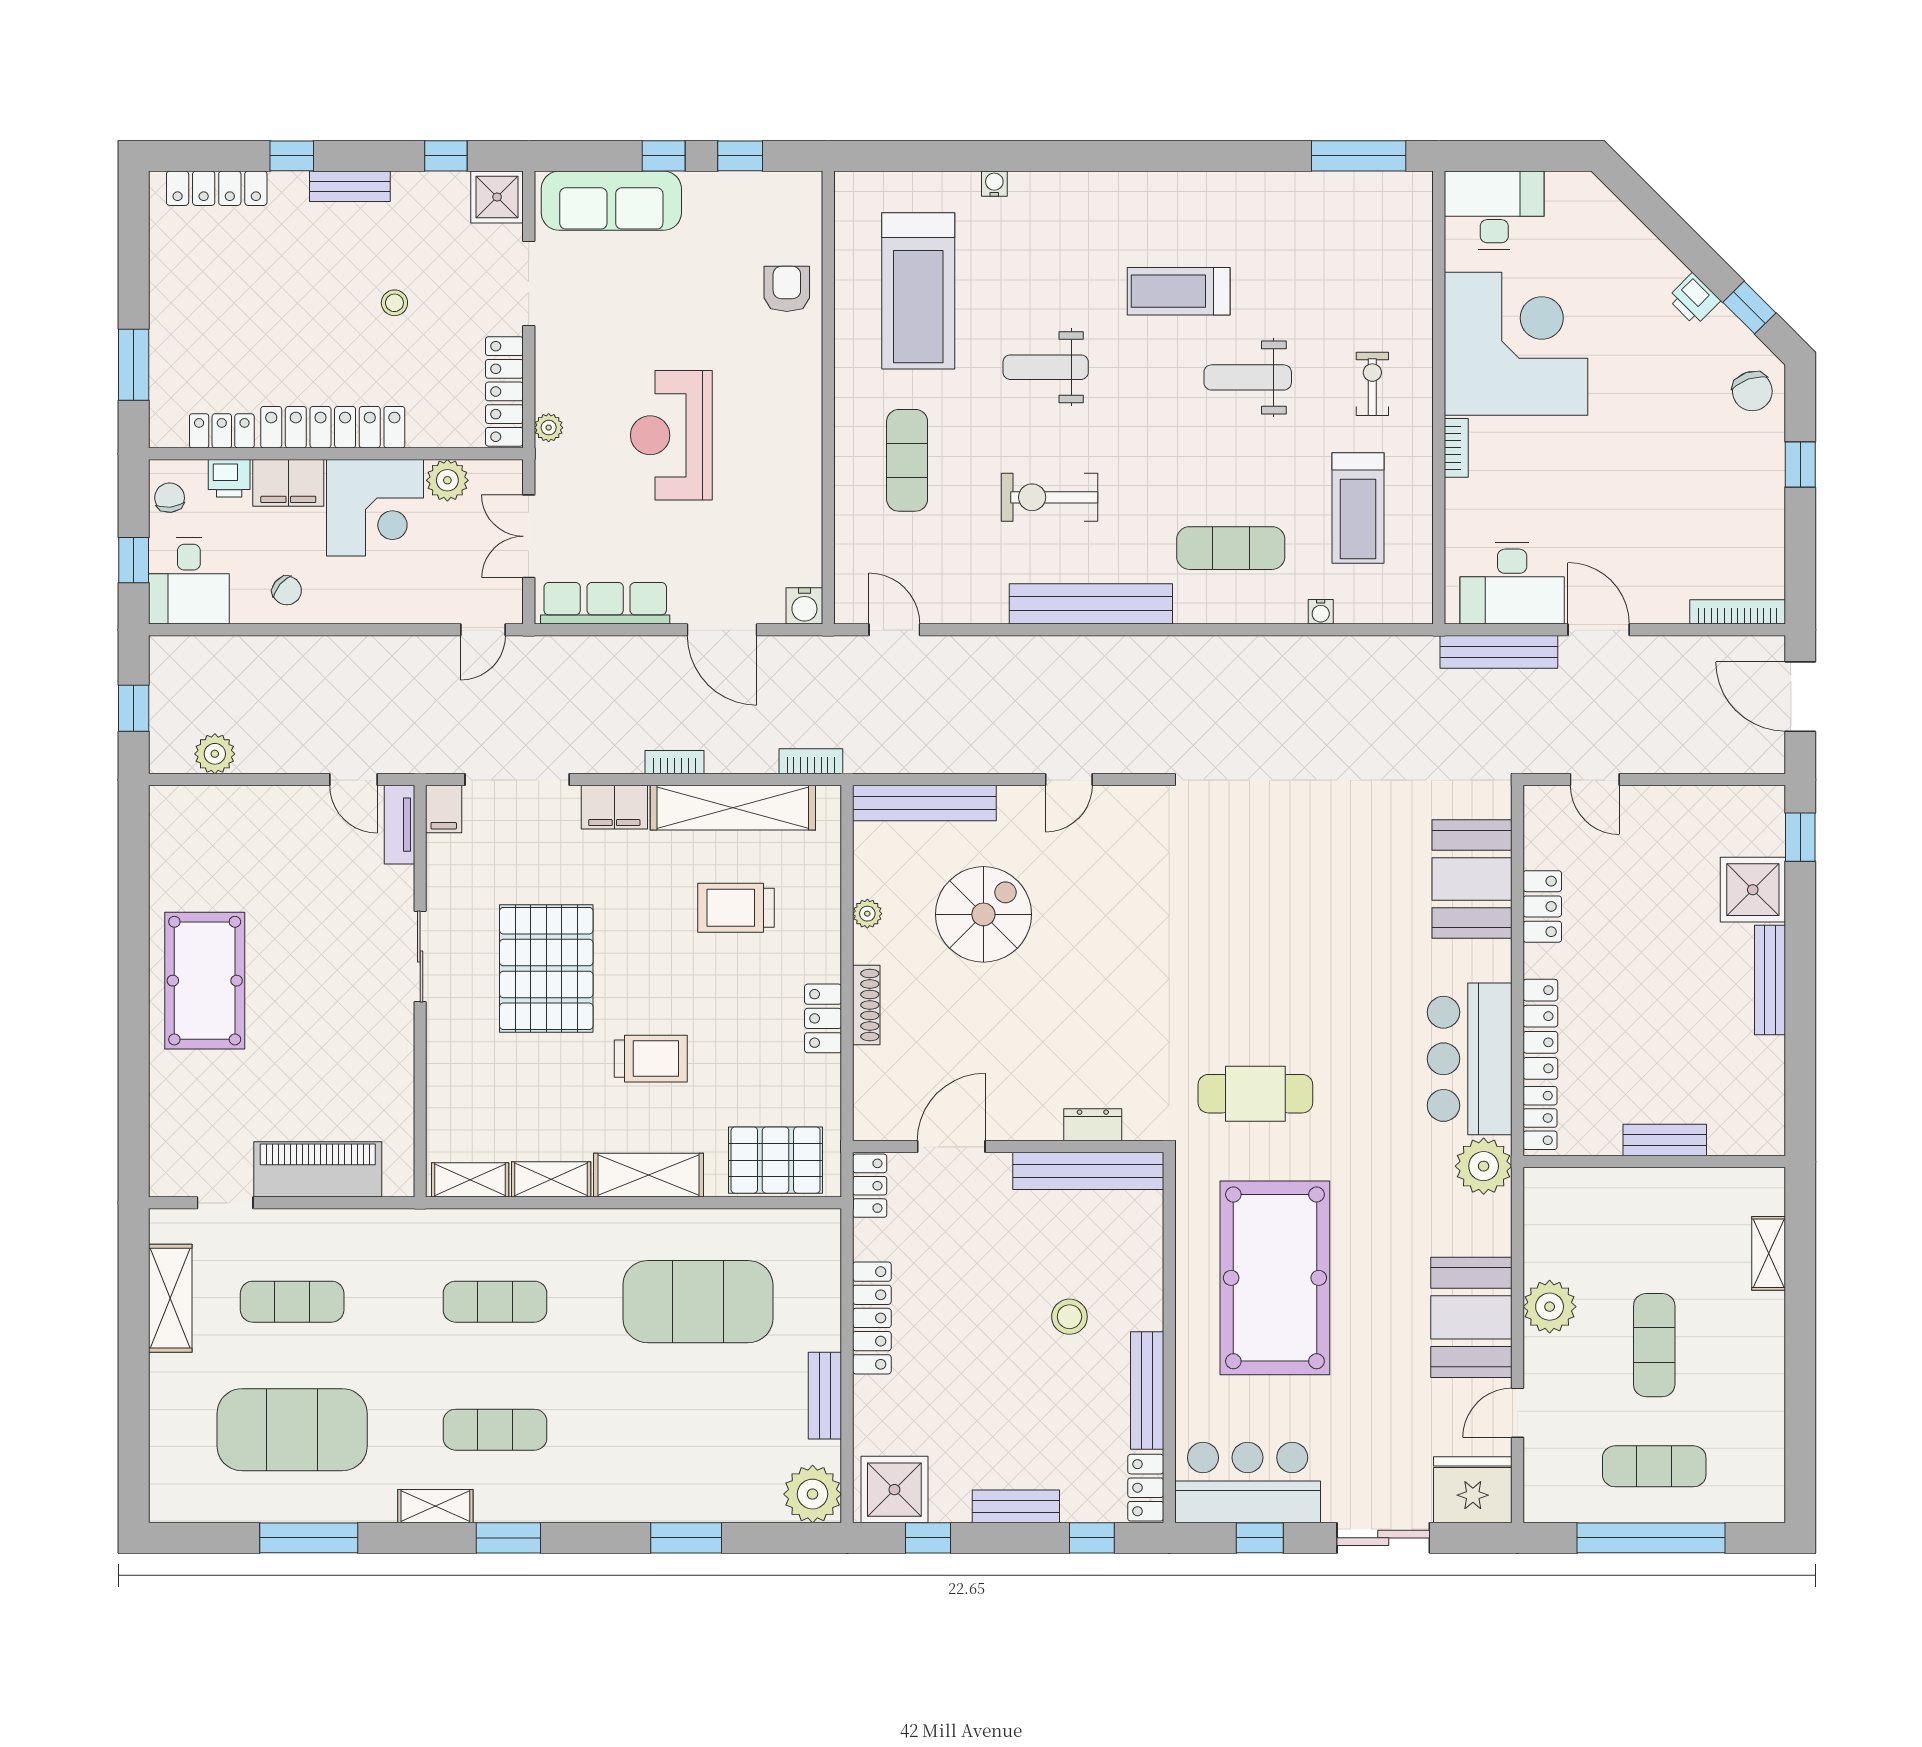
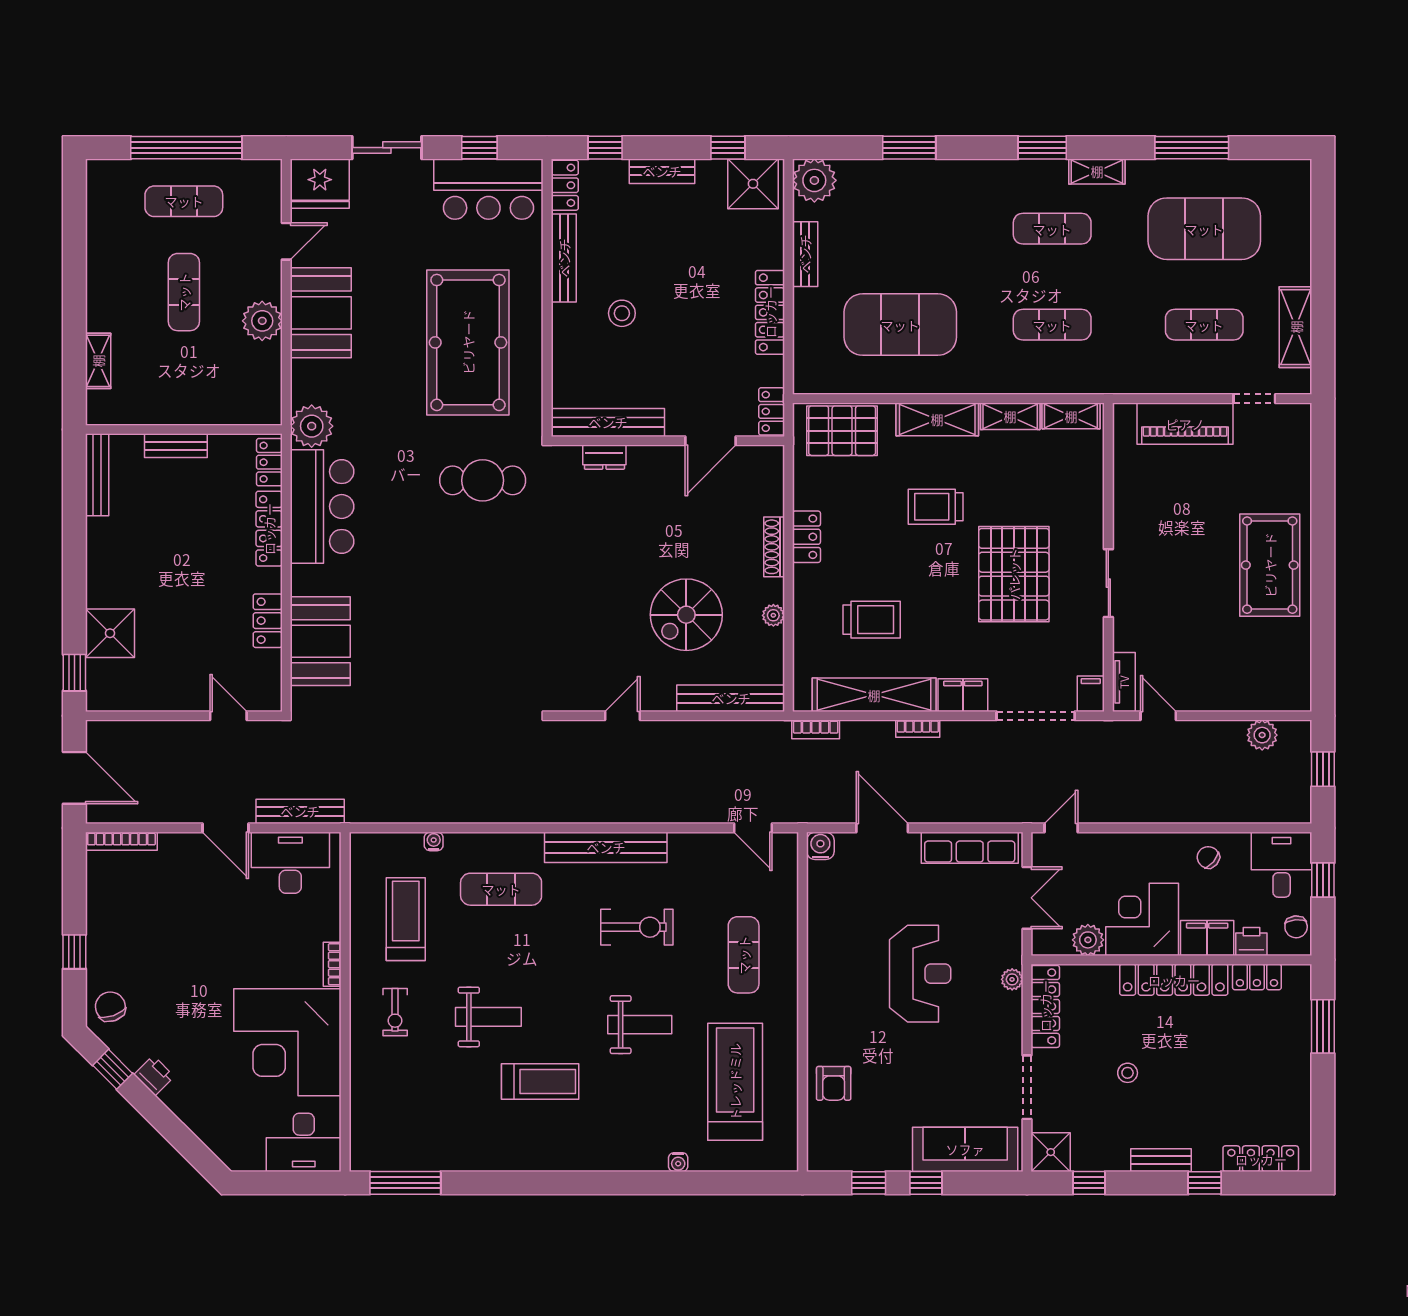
bench: (1770, 980) -> (97, 475), moved

